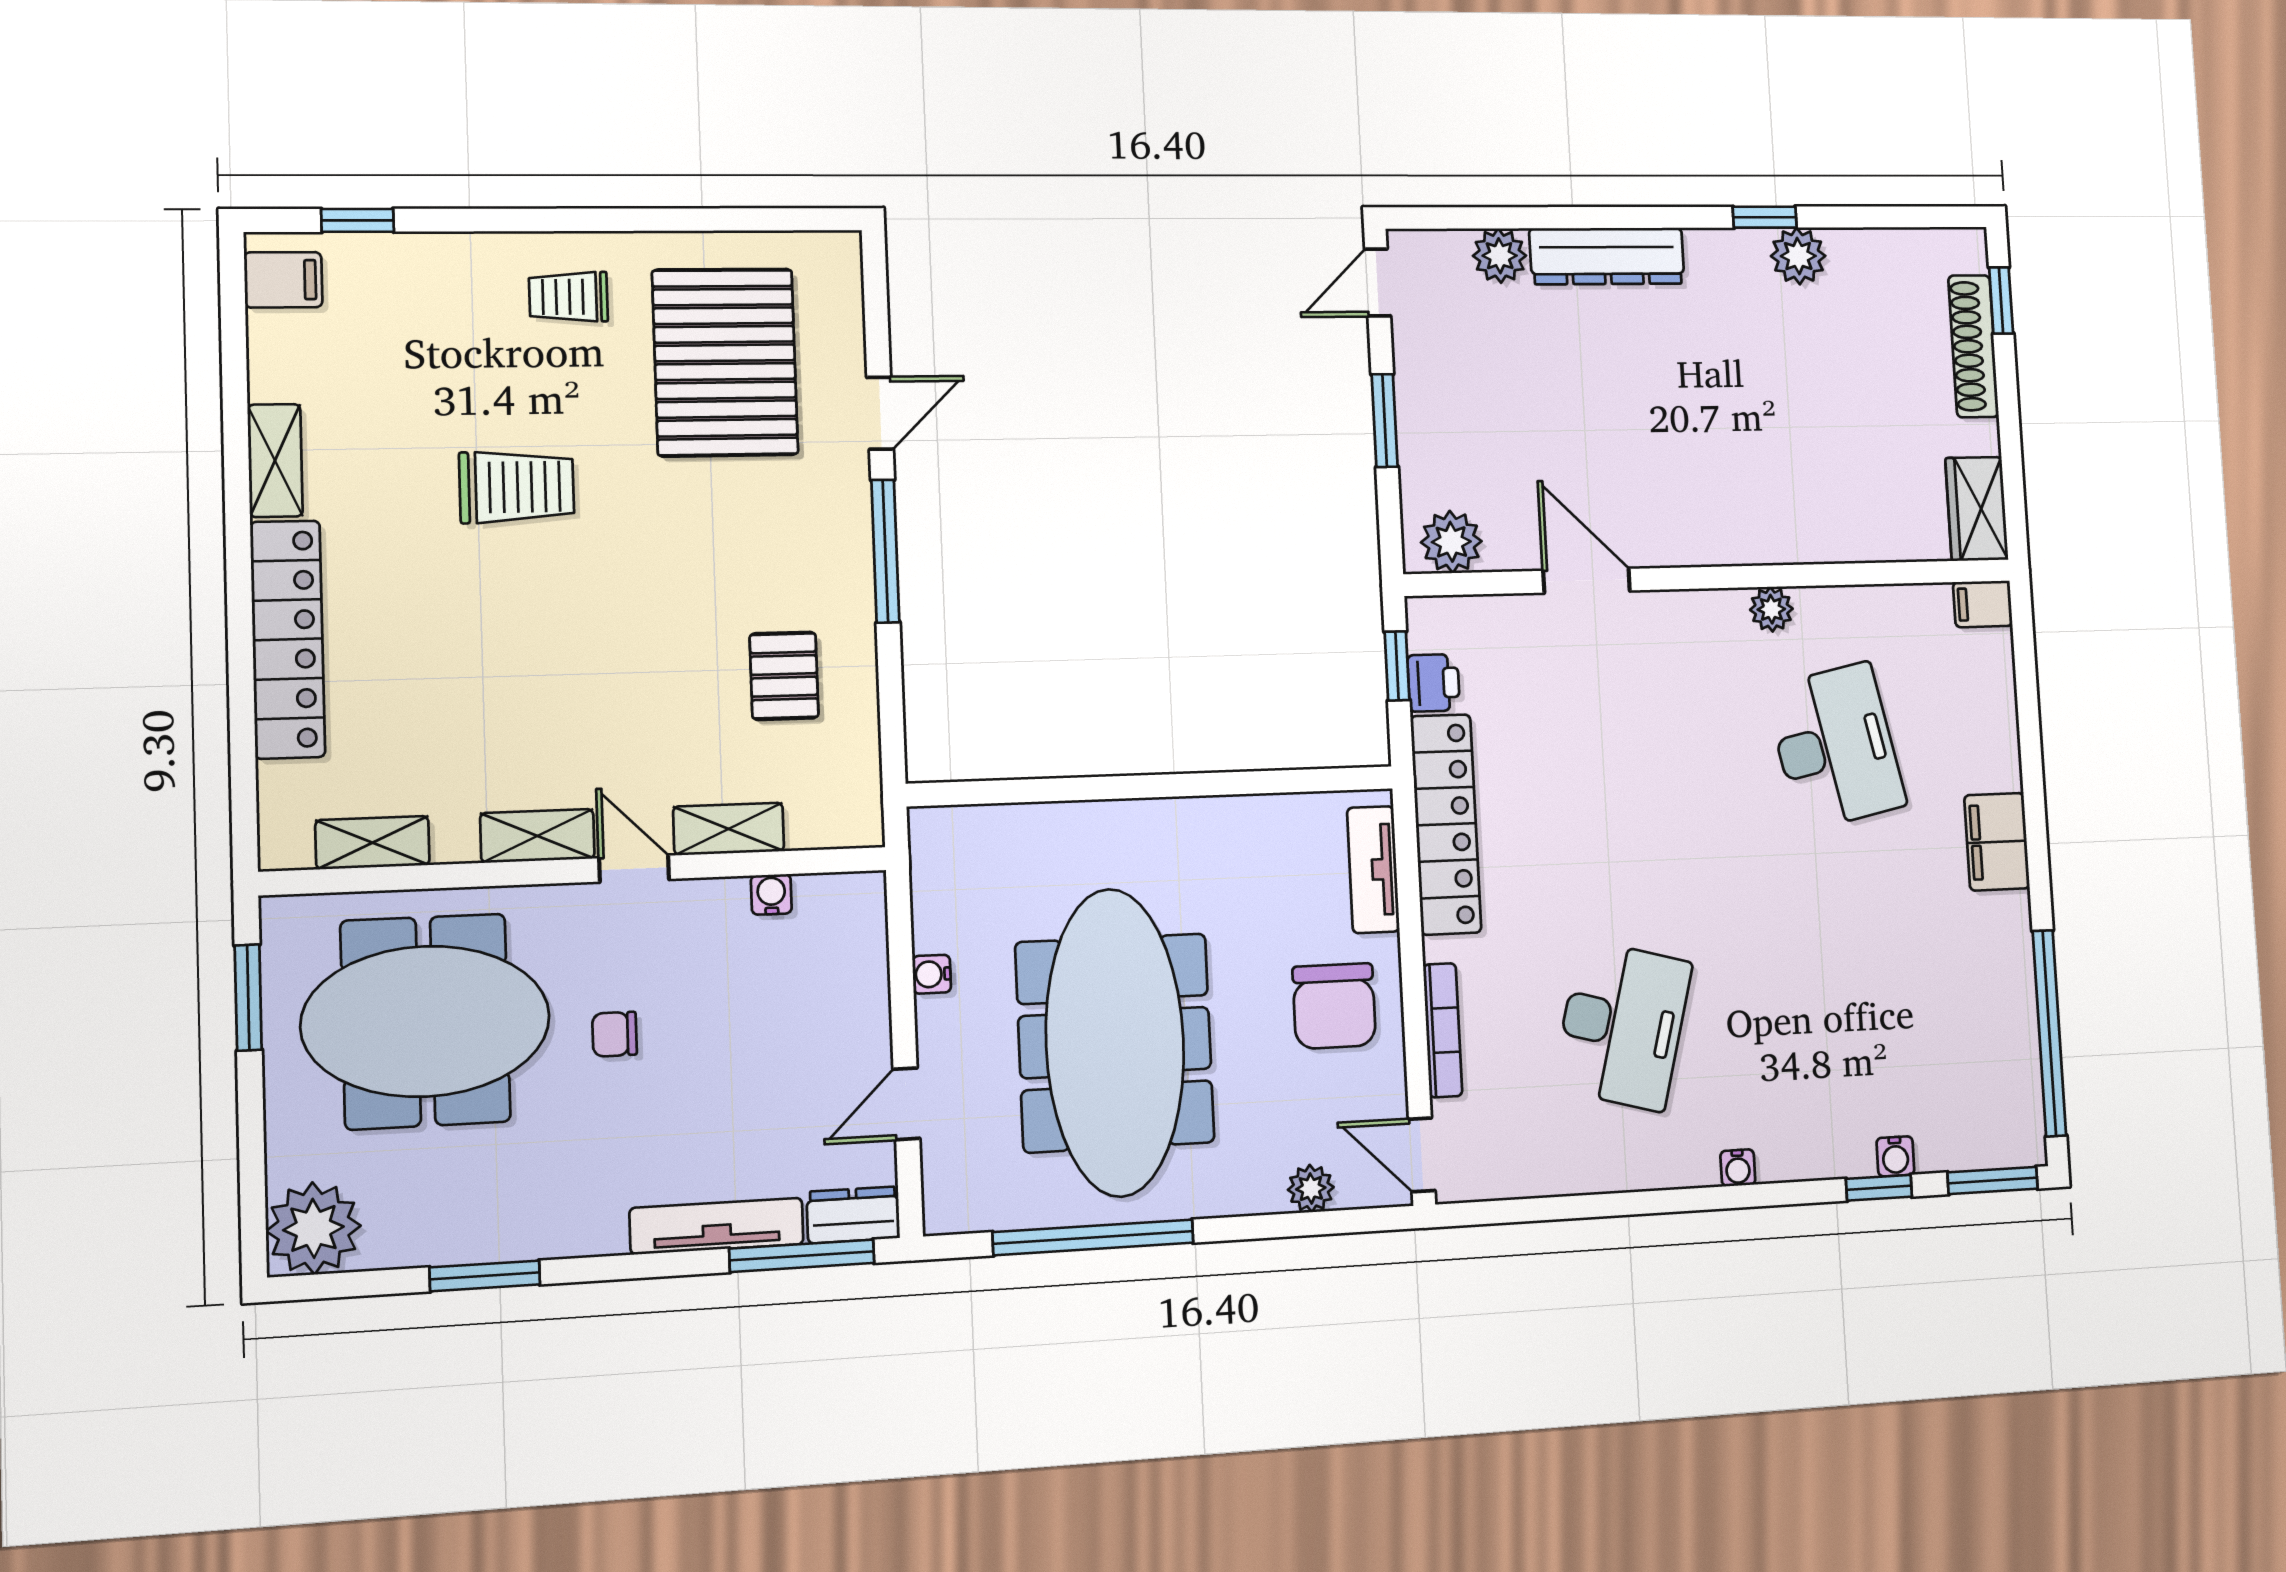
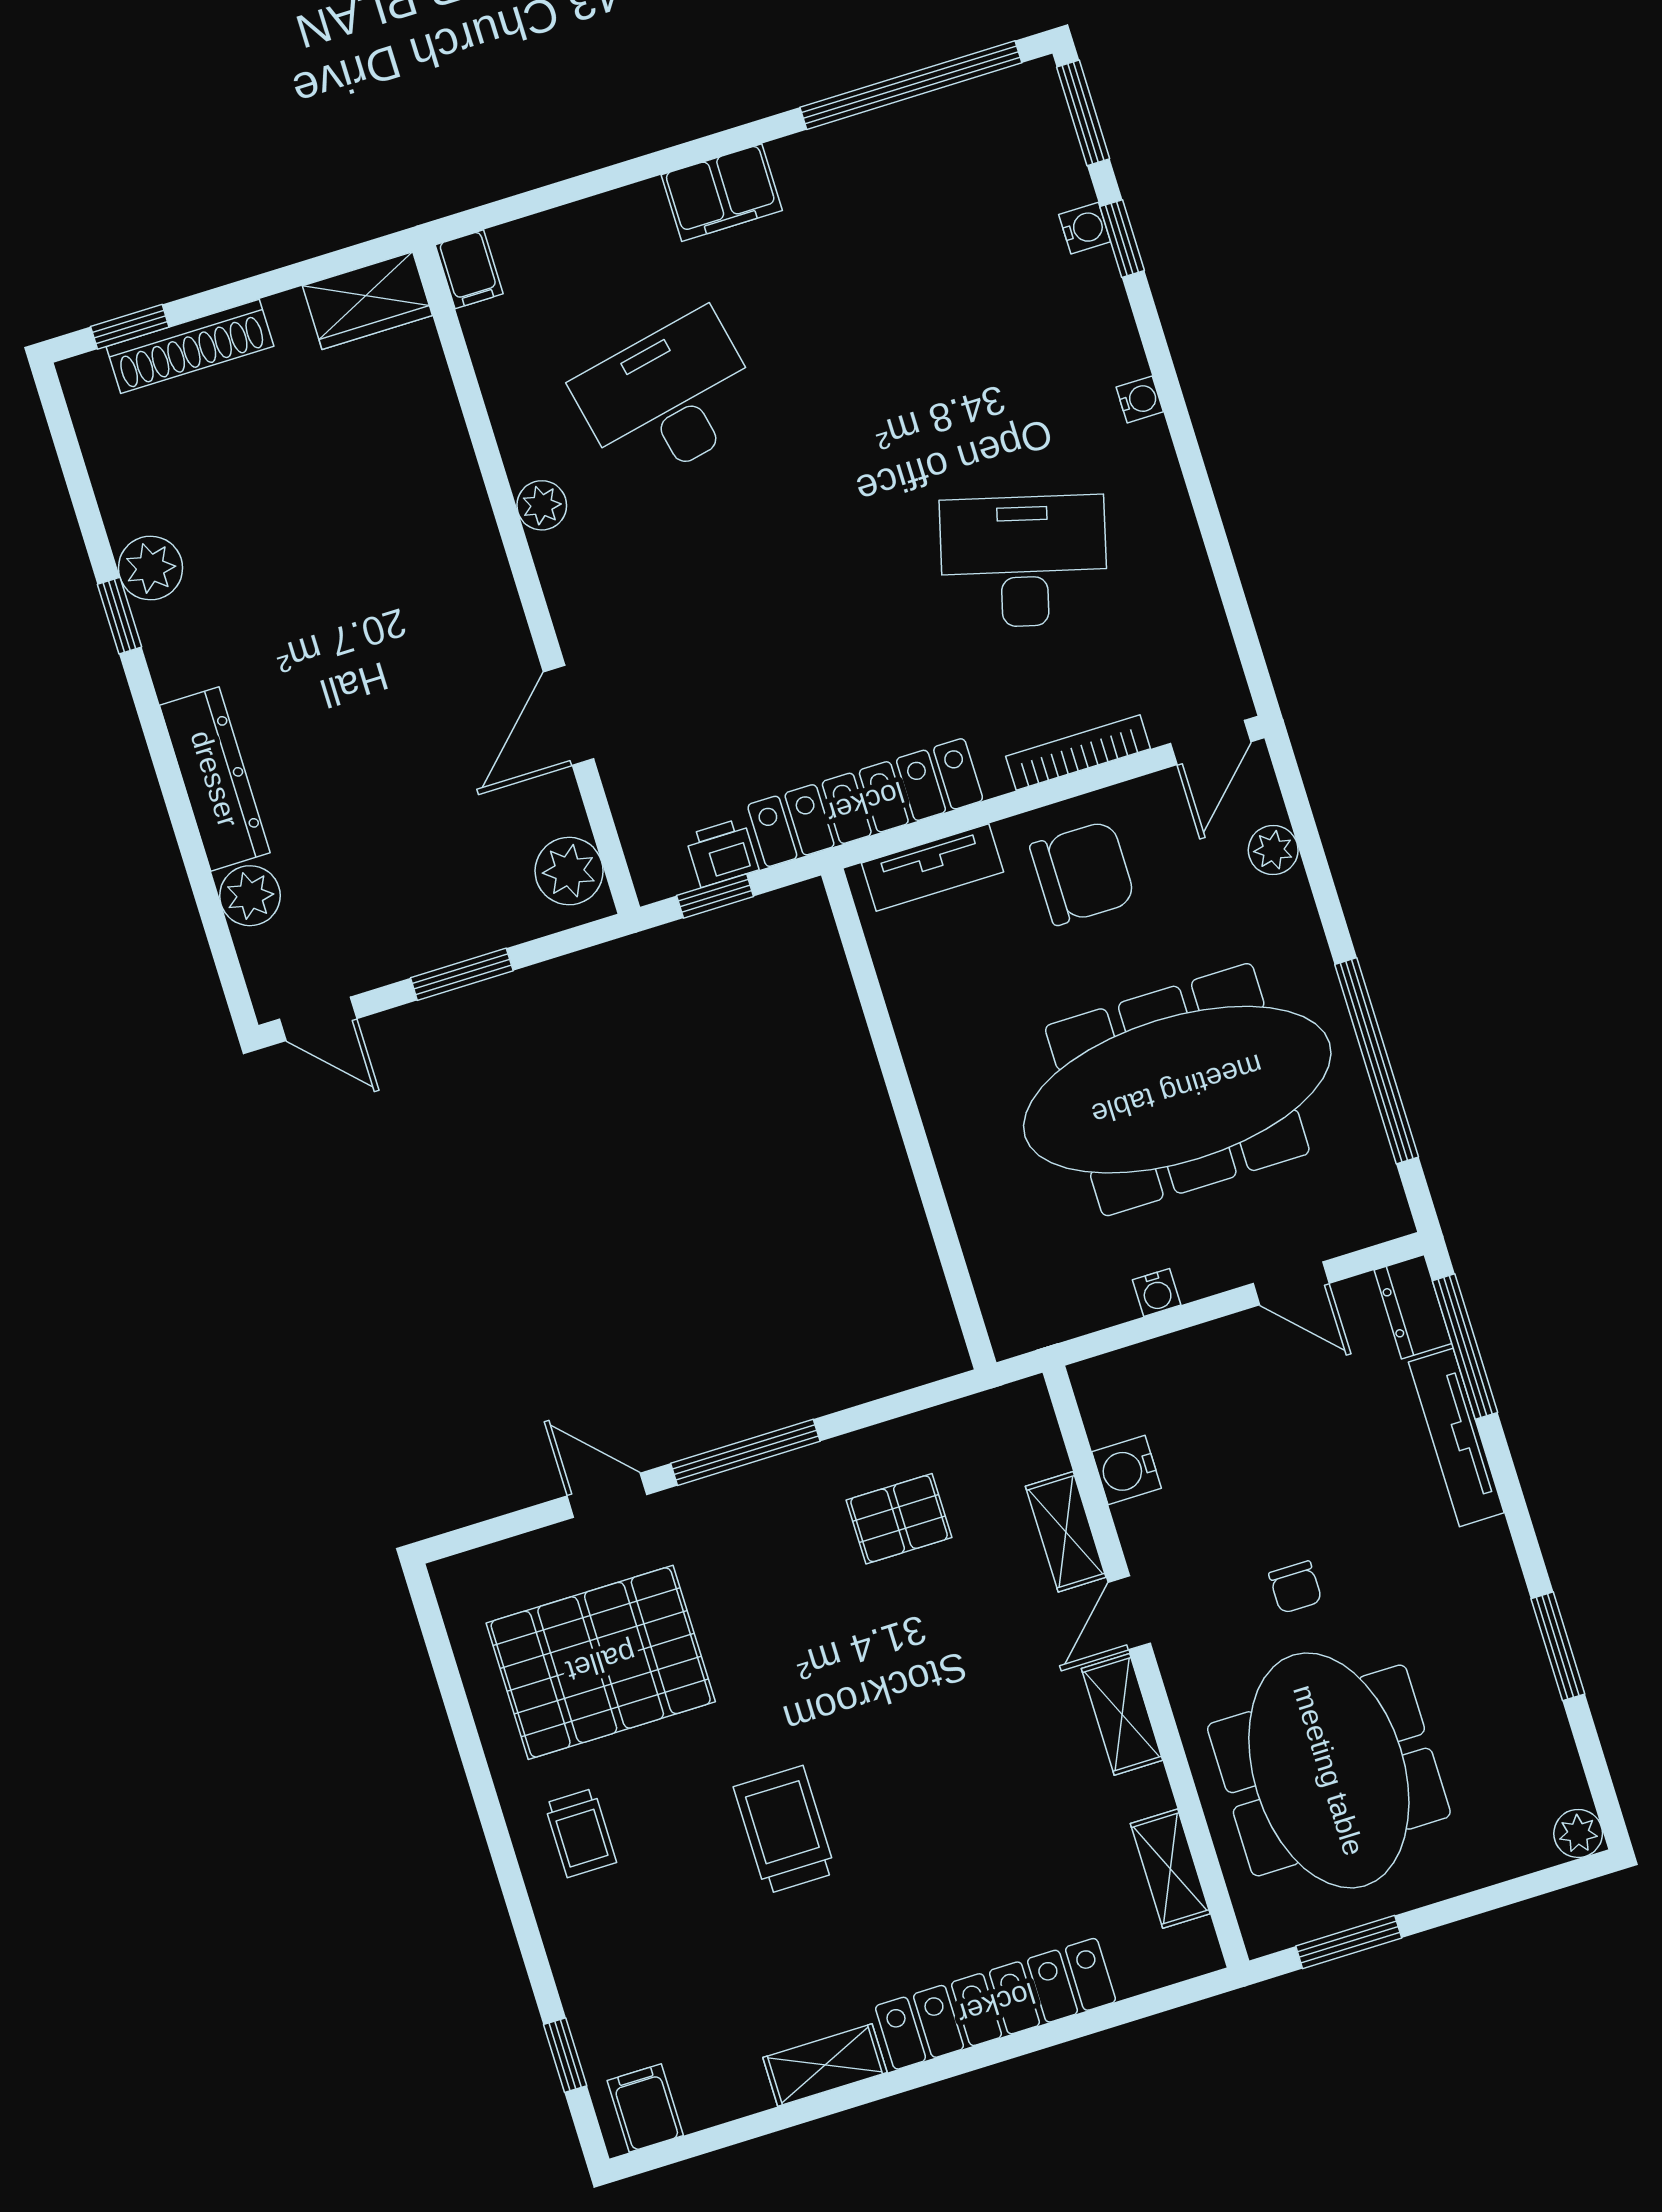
water cooler: (771, 894) -> (1127, 1470), width x1.38, depth x1.38
plant: (313, 1228) -> (1578, 1833), width x0.53, depth x0.53

